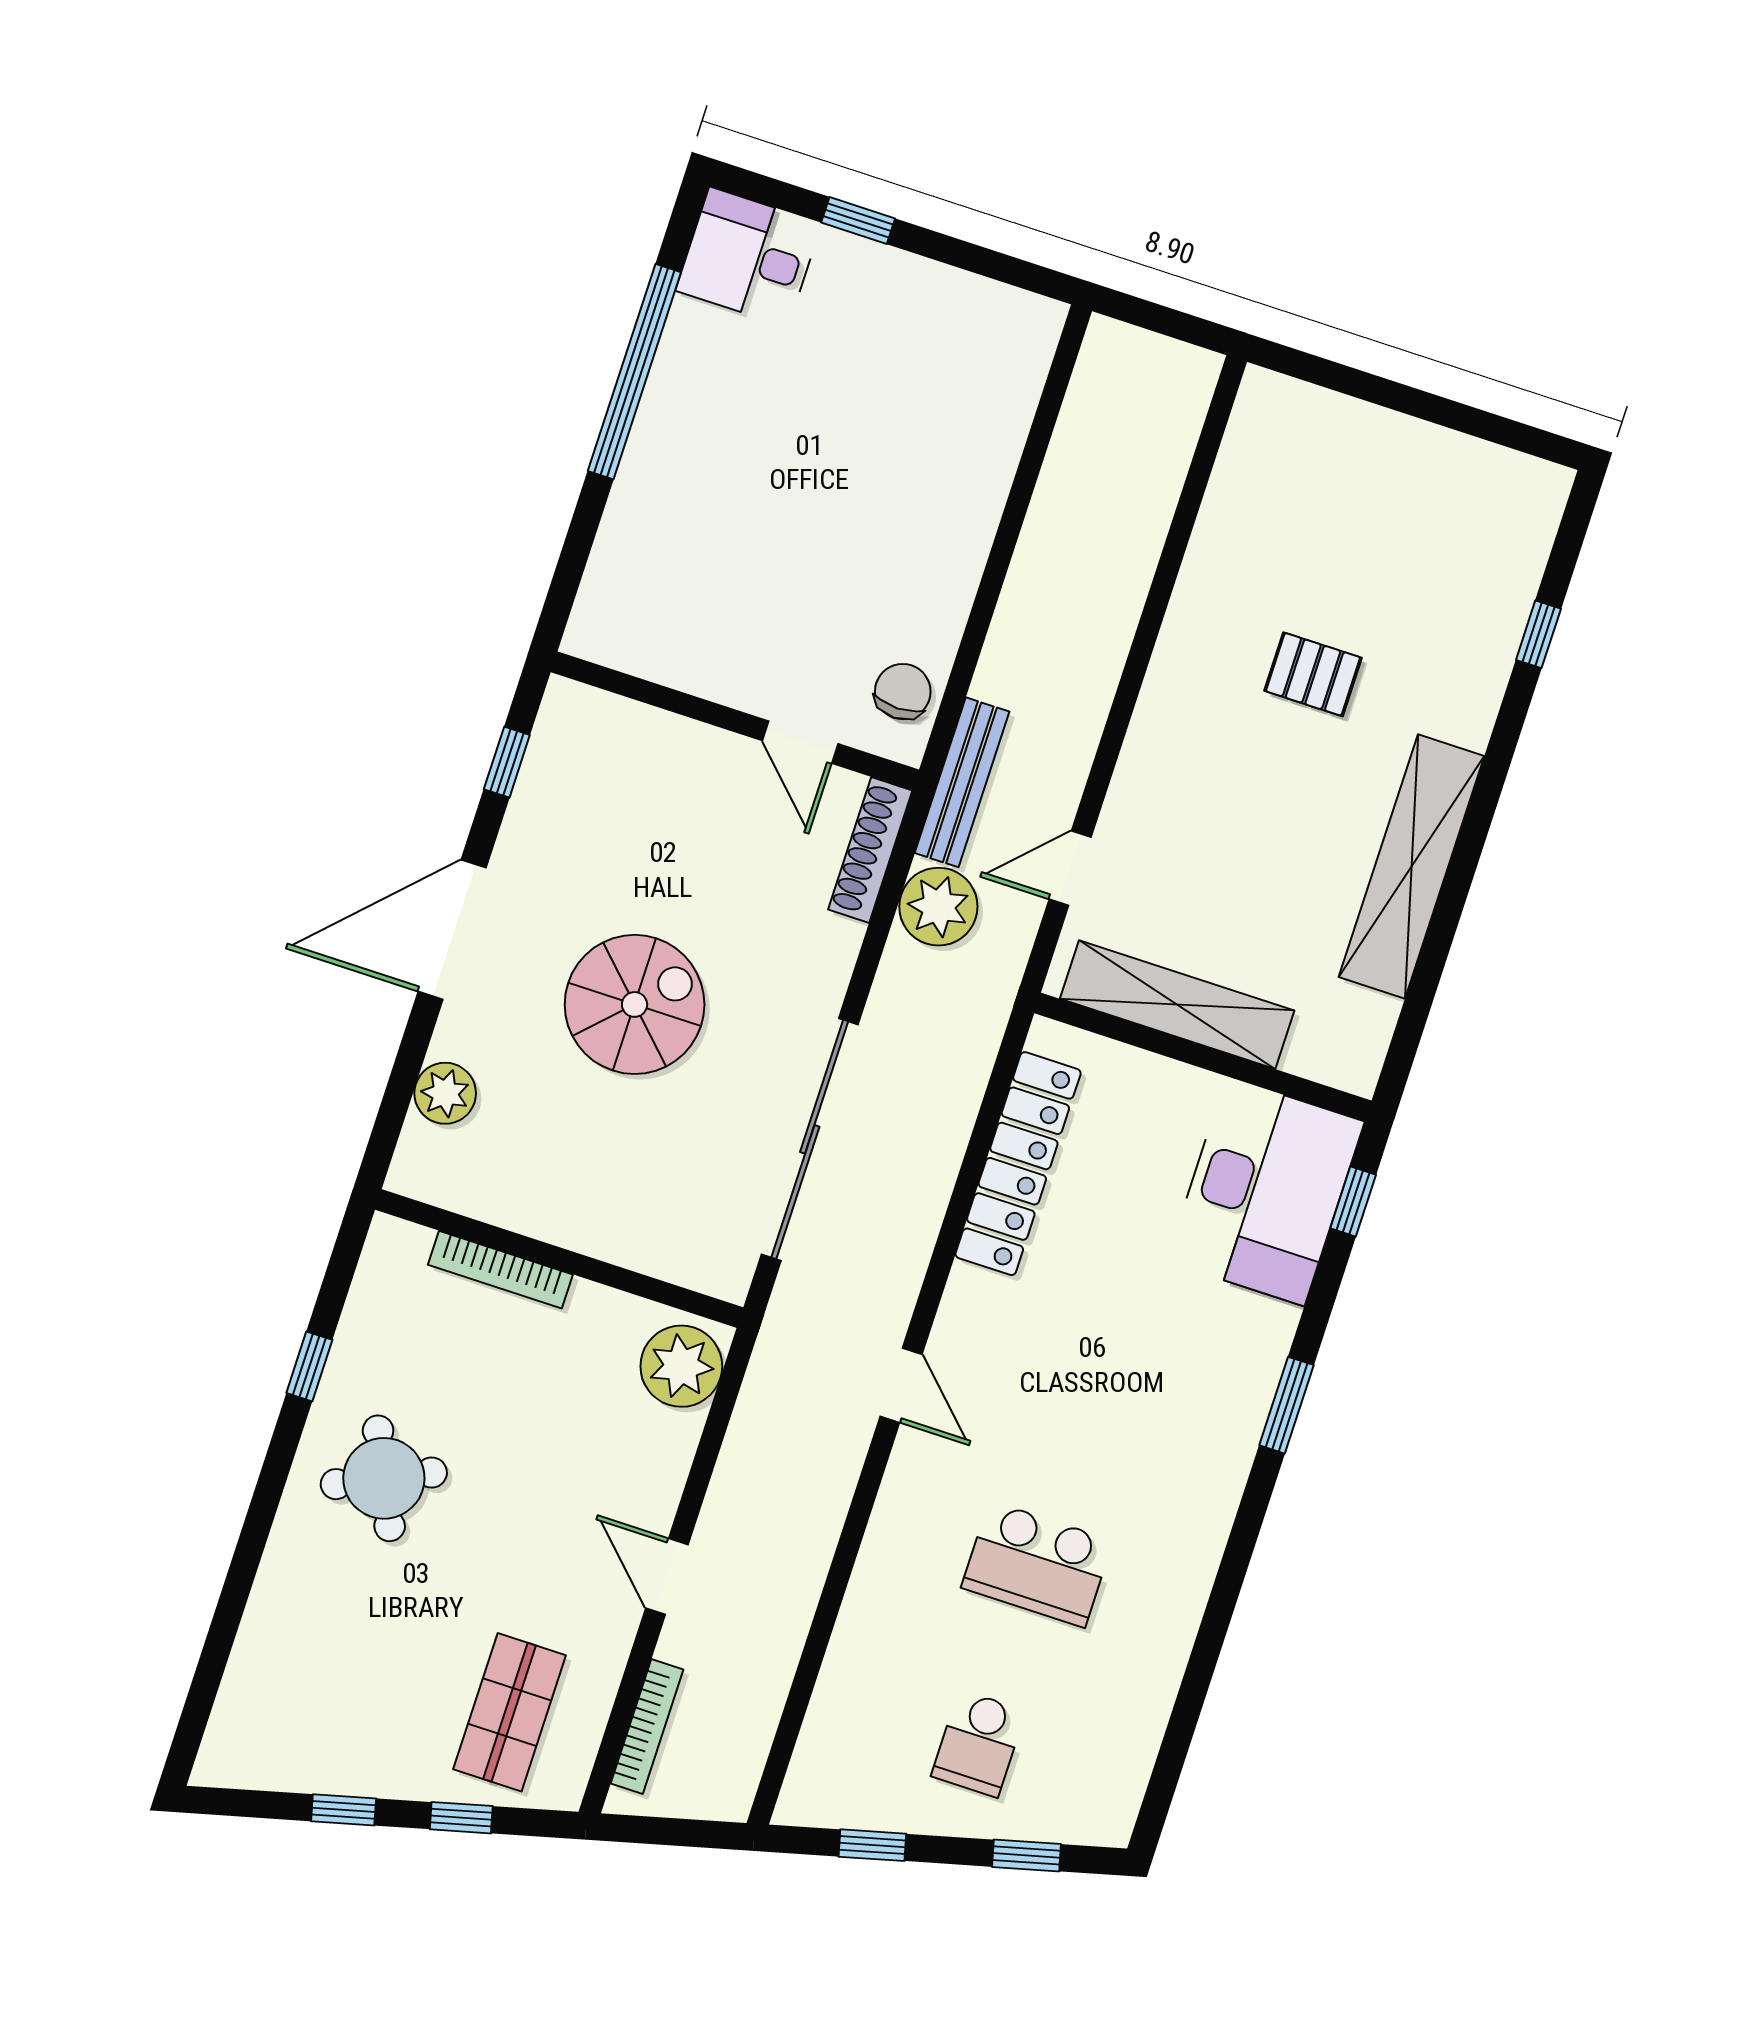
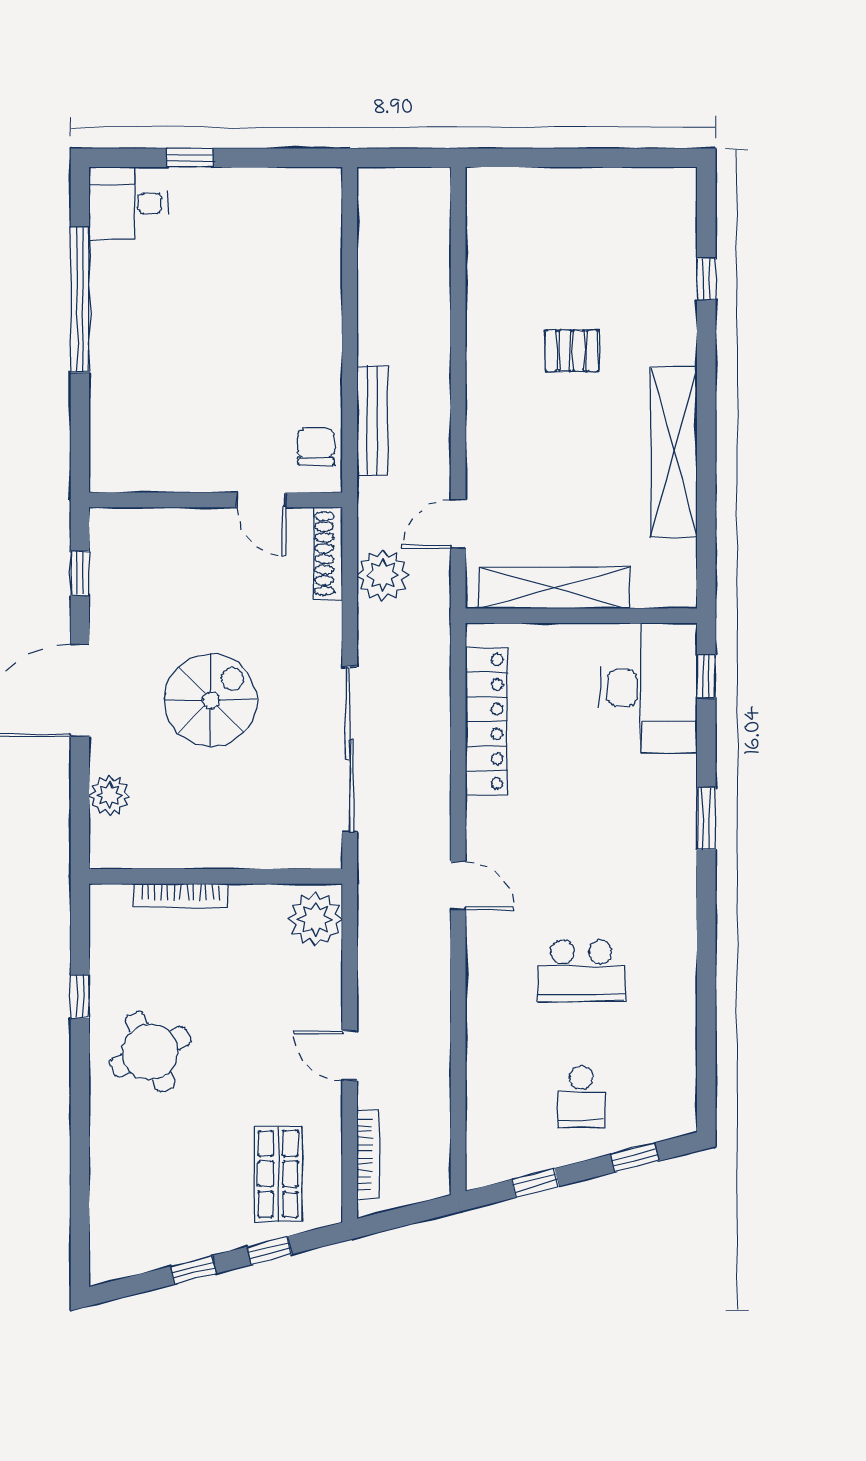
bench: (962, 782) -> (372, 421), moved

